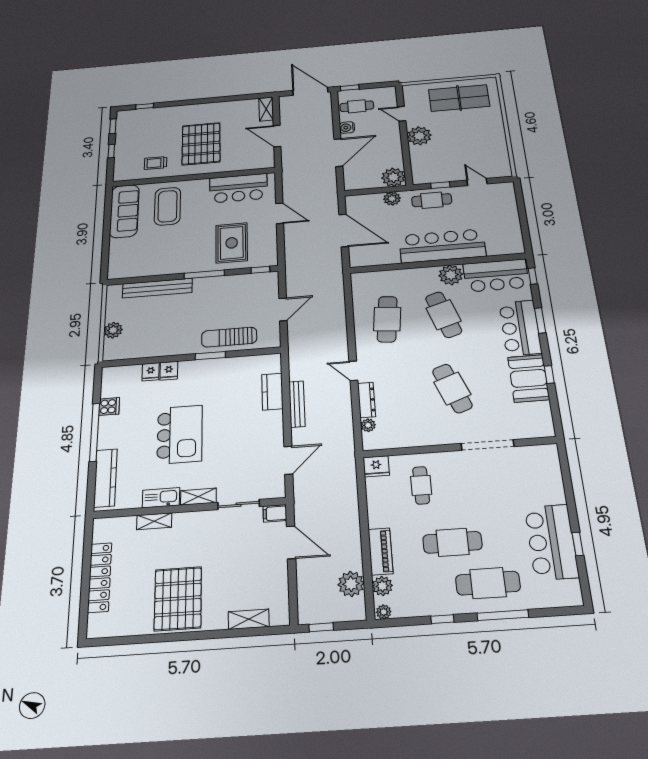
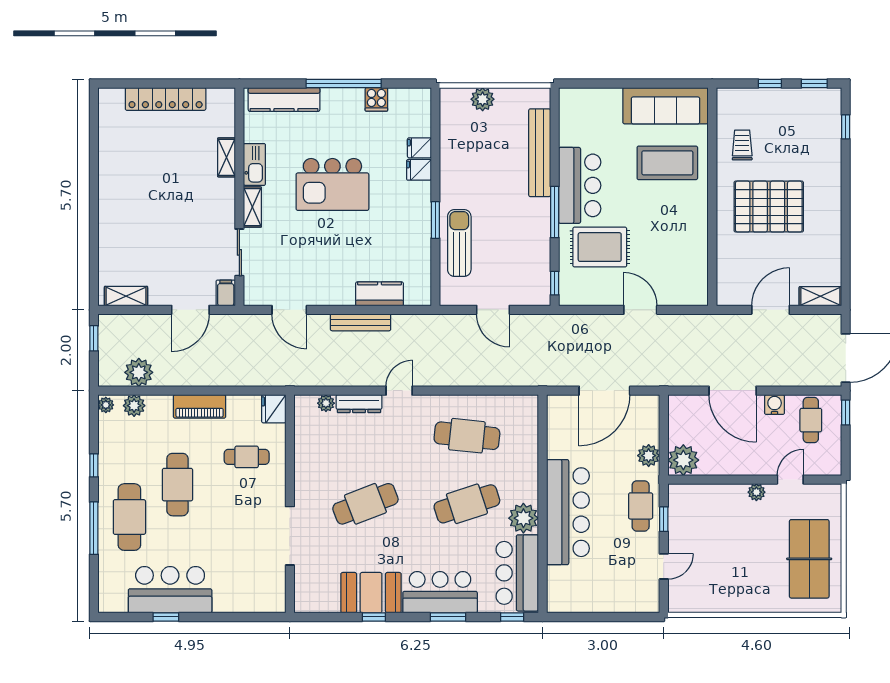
plant: (419, 136) -> (756, 492), width x0.53, depth x0.53
bar counter: (238, 188) -> (580, 185), moved, turned 180
door: (280, 213) -> (640, 310), swing flipped
piano: (380, 551) -> (200, 406), moved
pallet: (178, 599) -> (136, 186), removed
shelving: (249, 619) -> (126, 296), moved, turned 90

